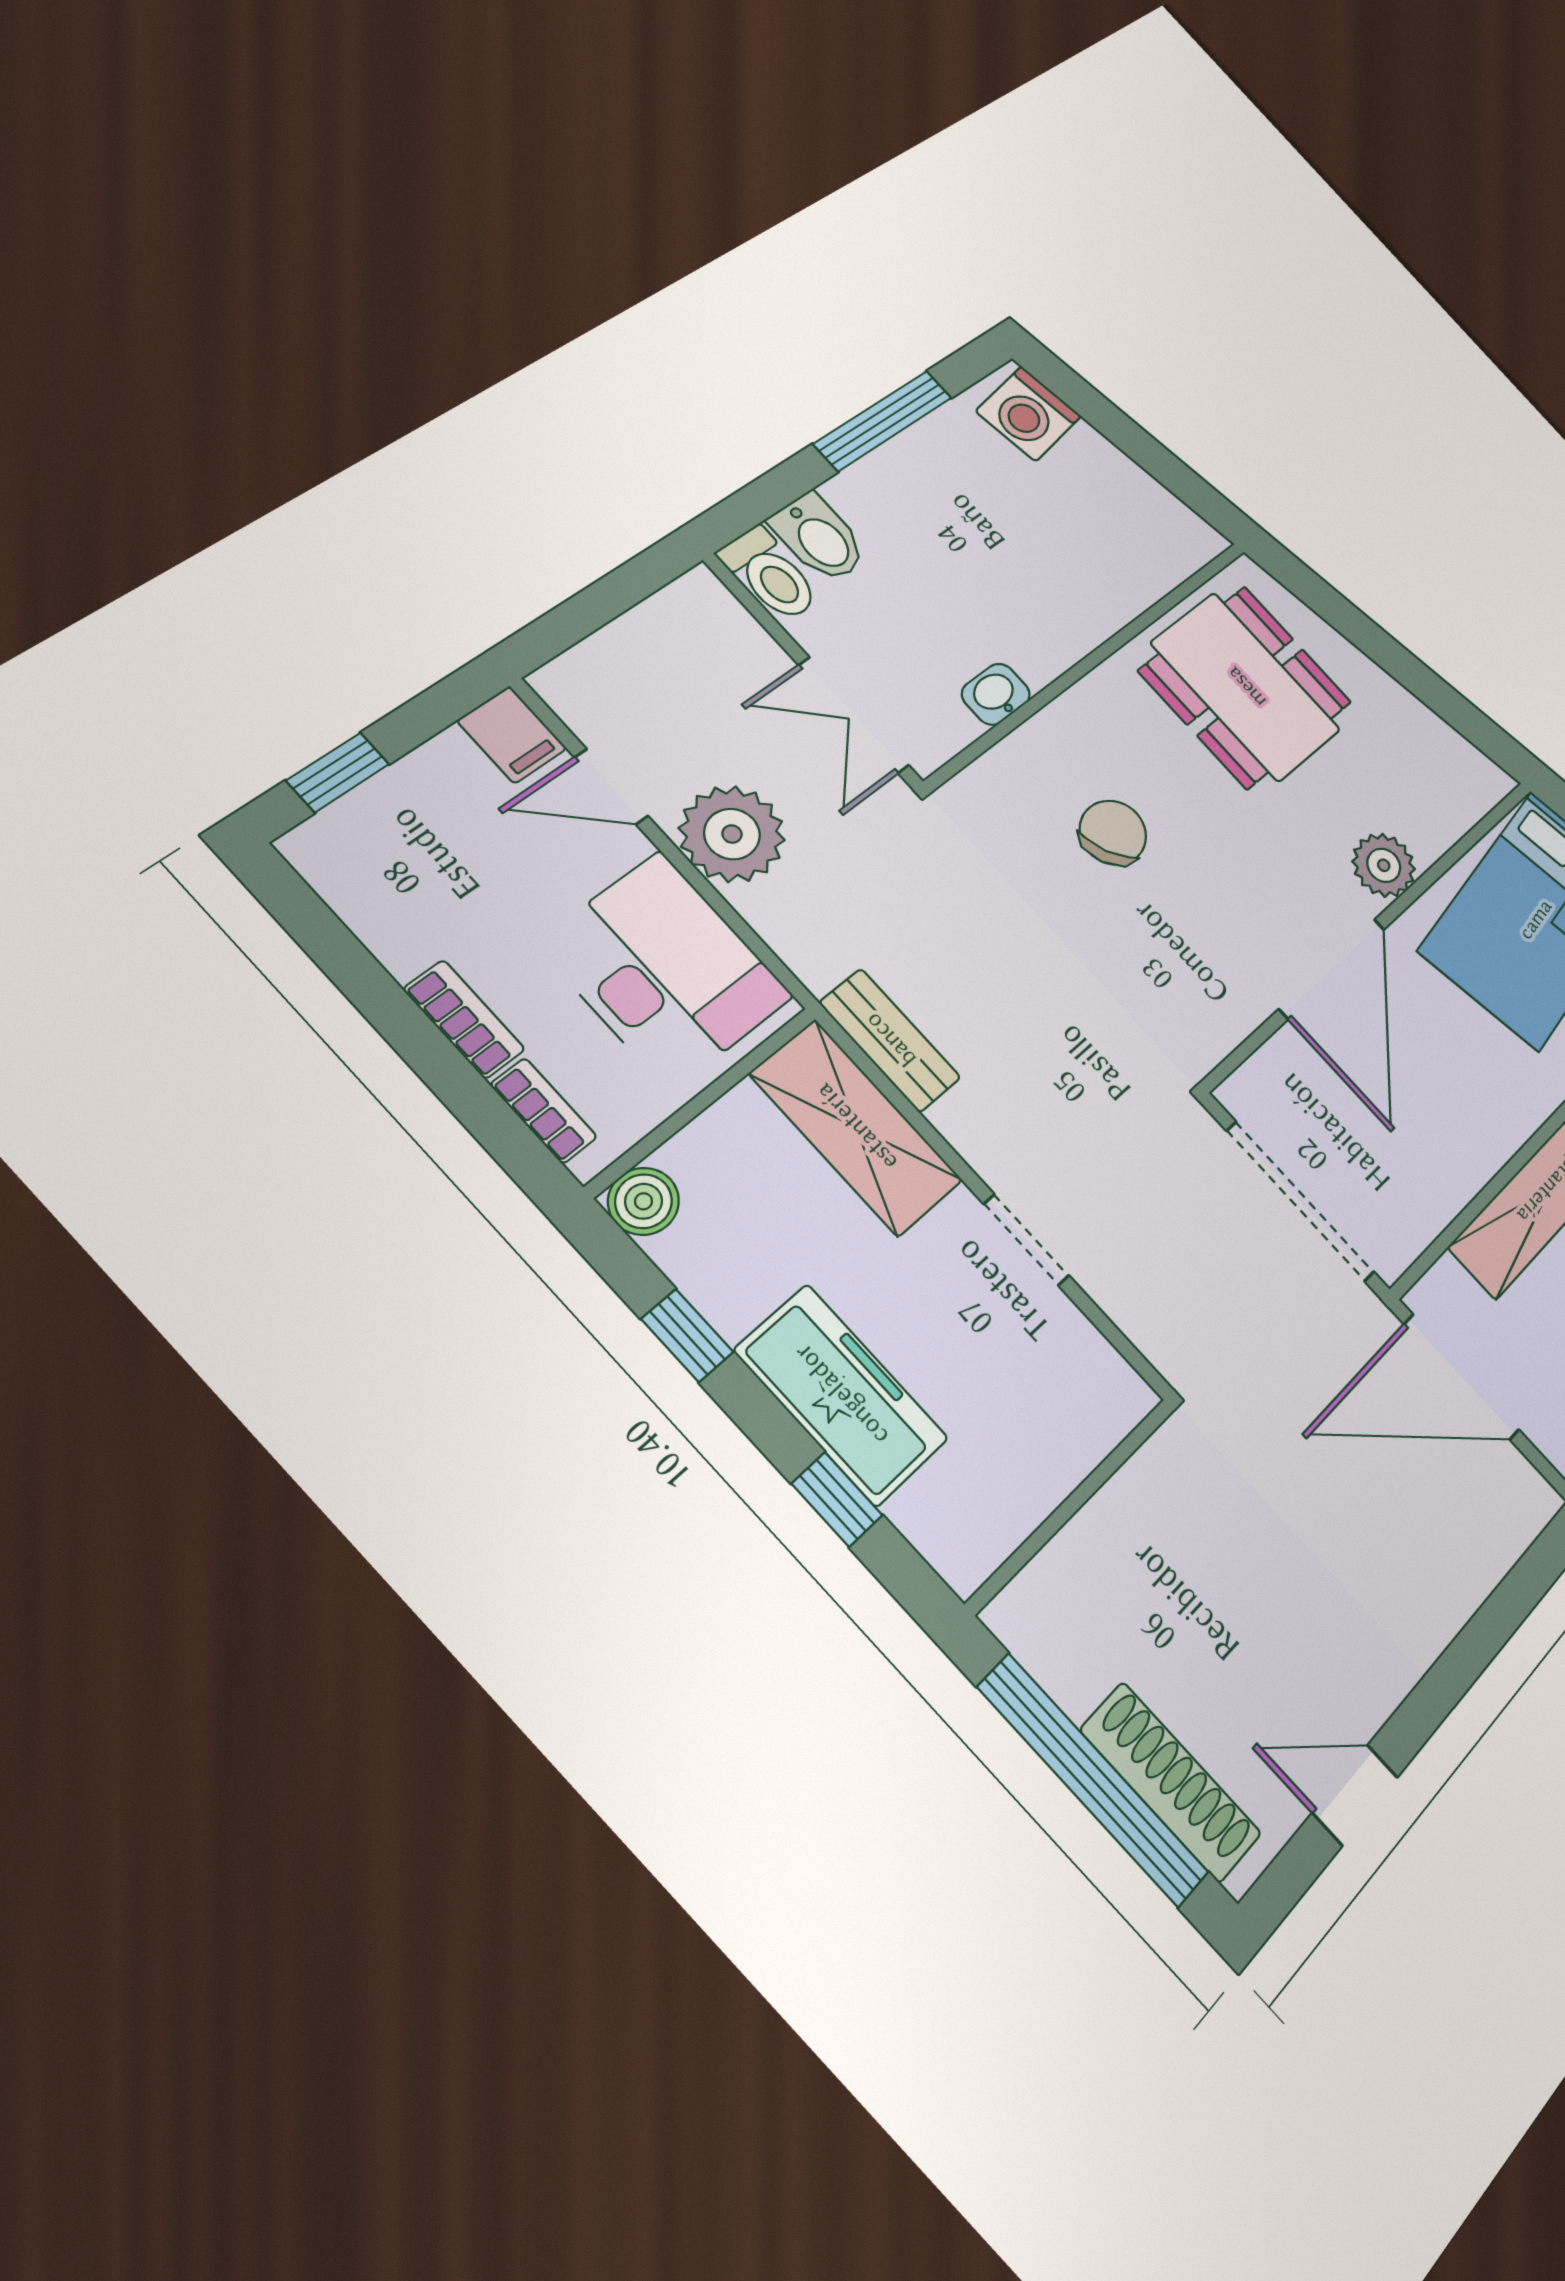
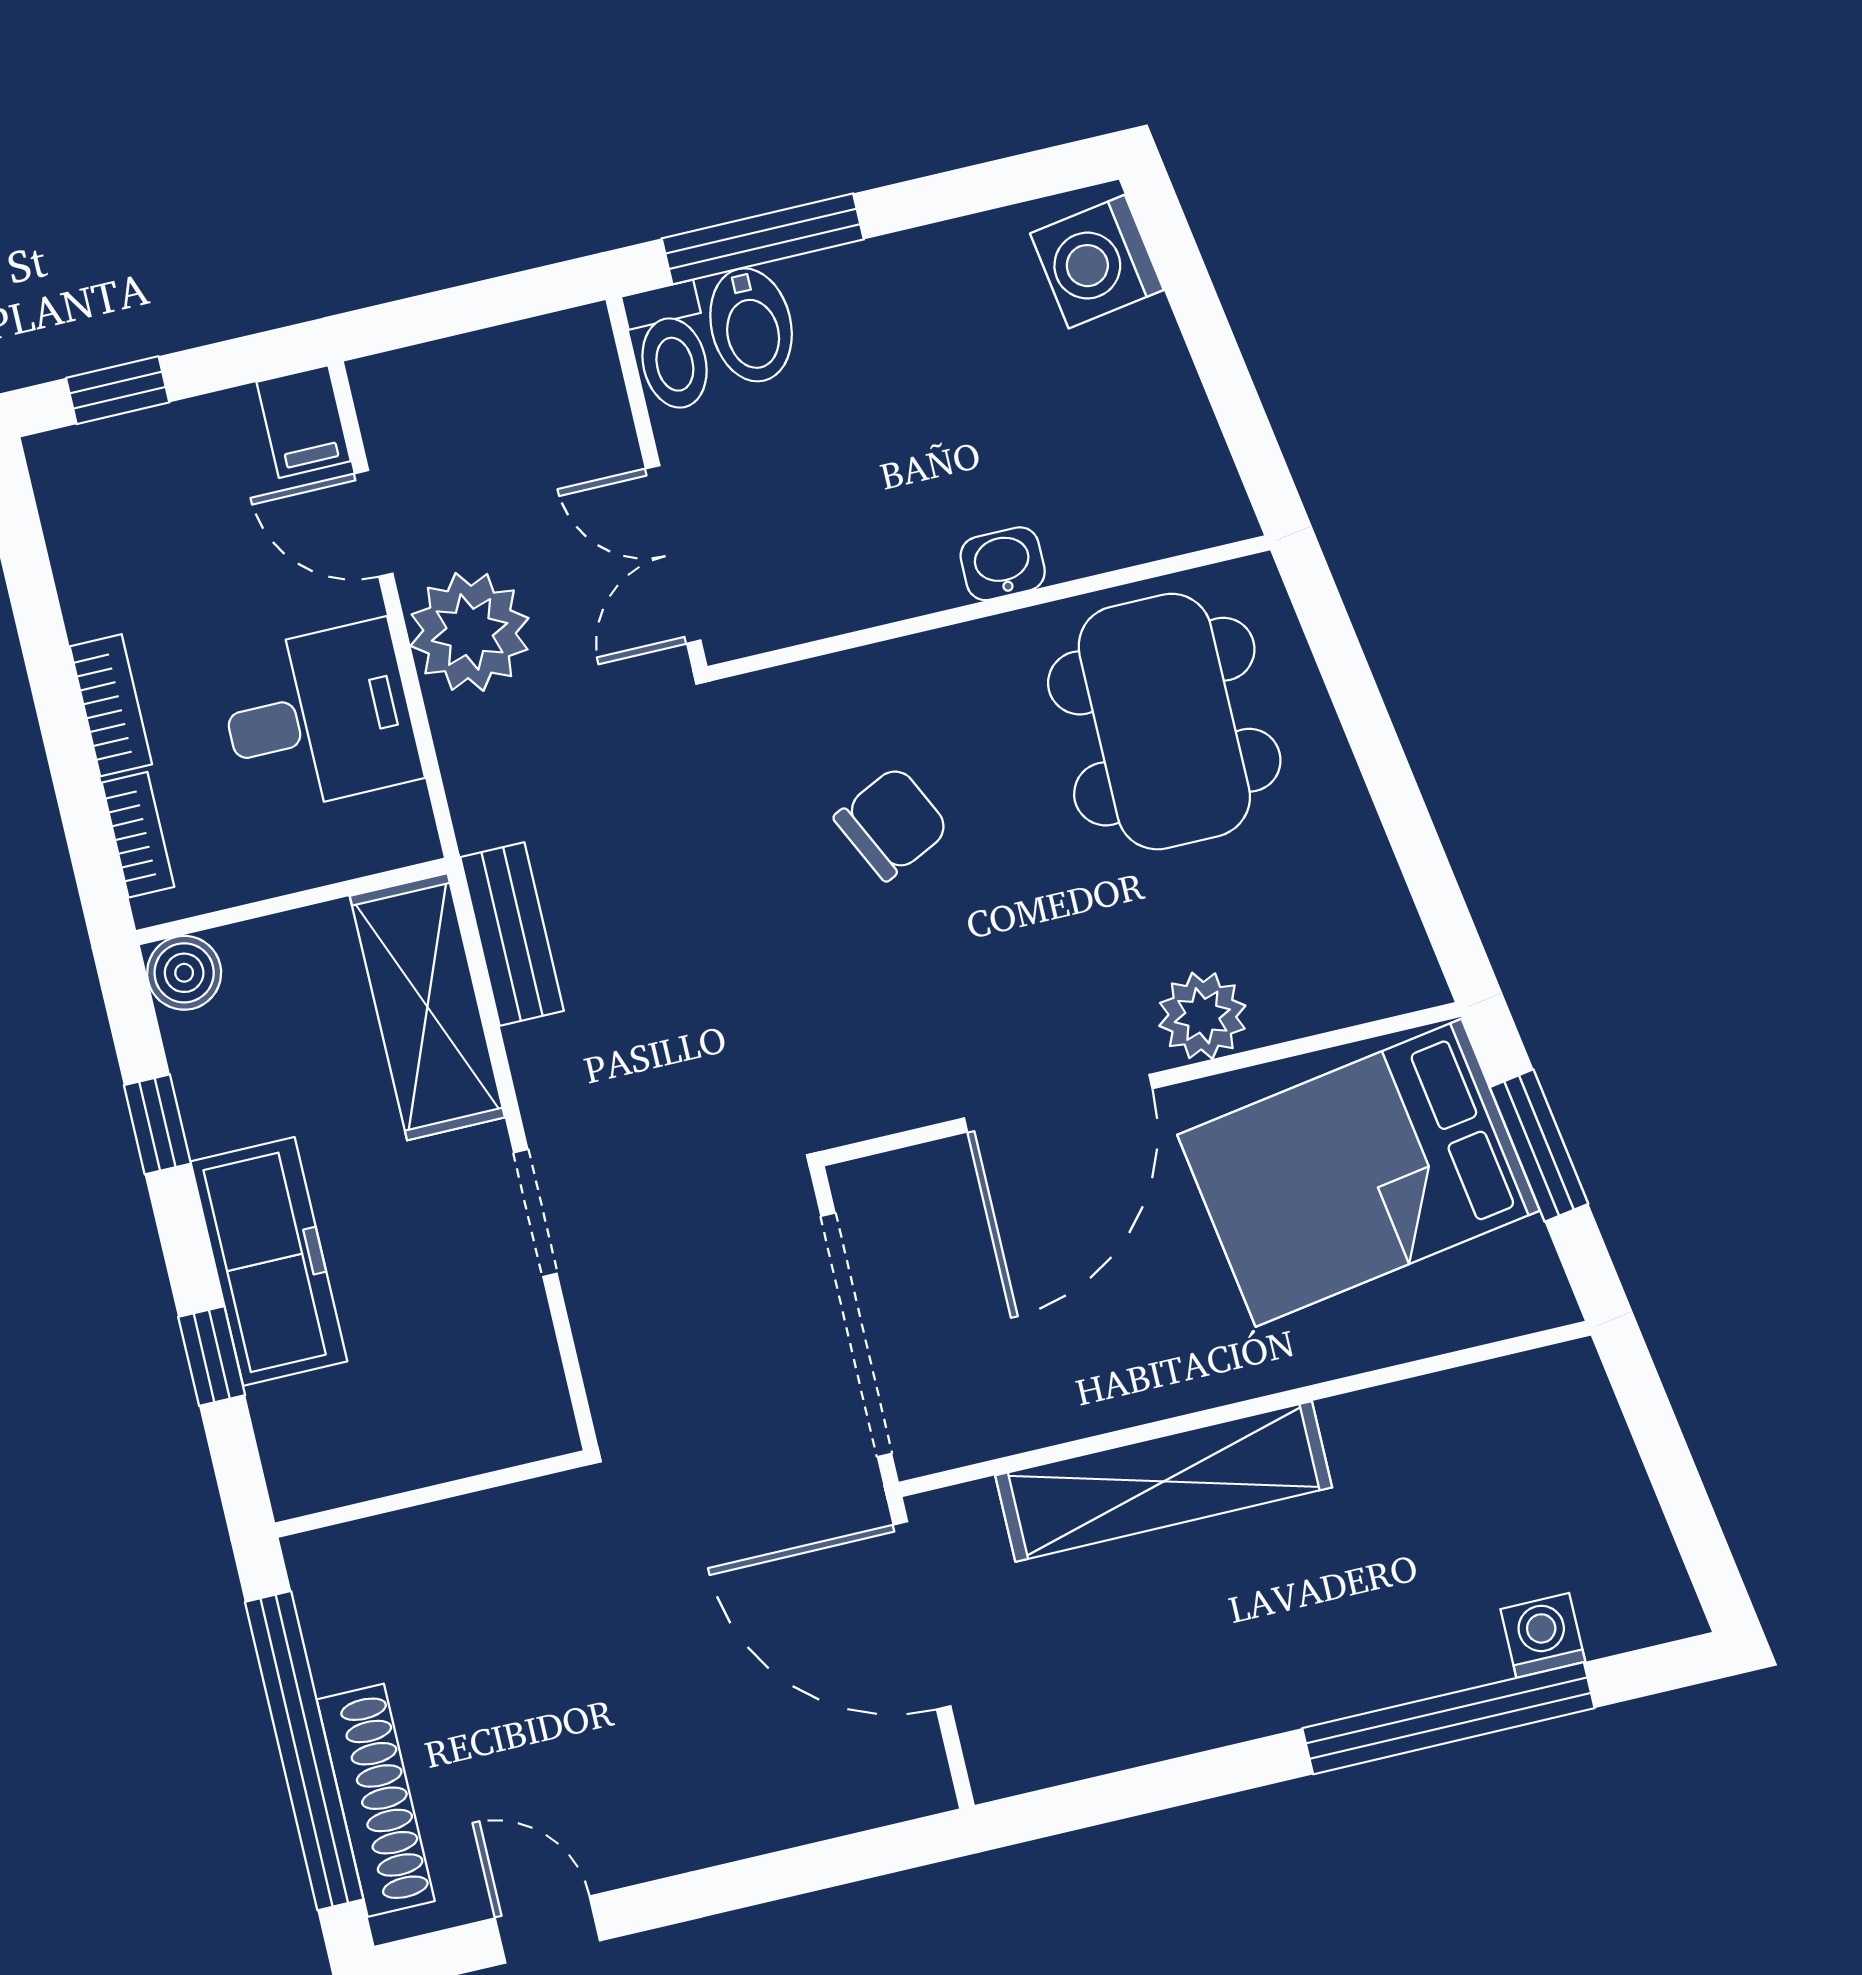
window: (883, 421) -> (763, 239), moved
washbasin: (996, 694) -> (1003, 564), moved
desk: (665, 970) -> (319, 717), width x0.73

